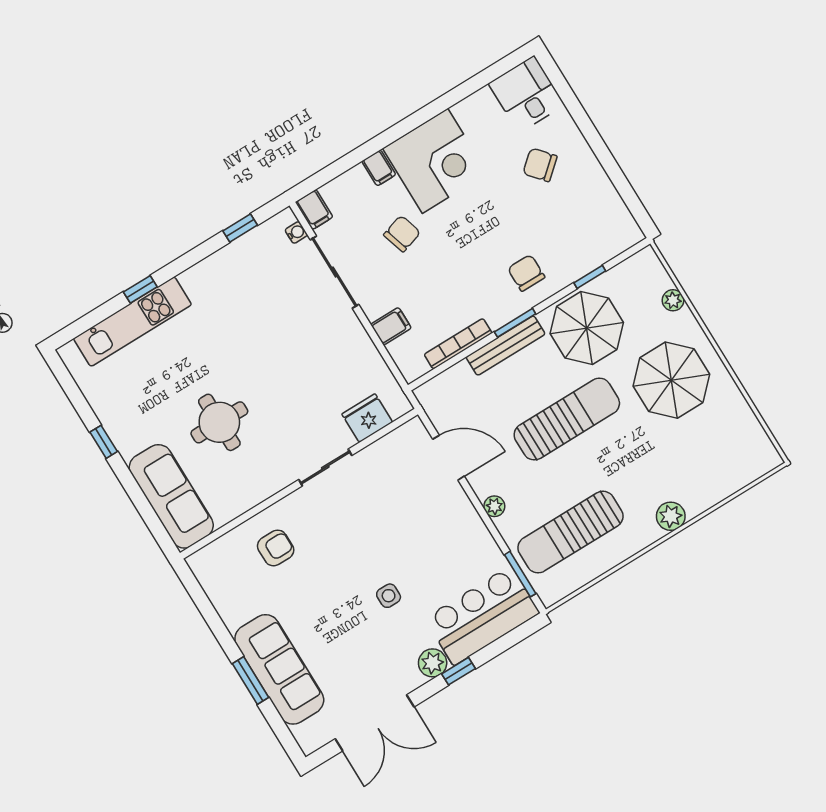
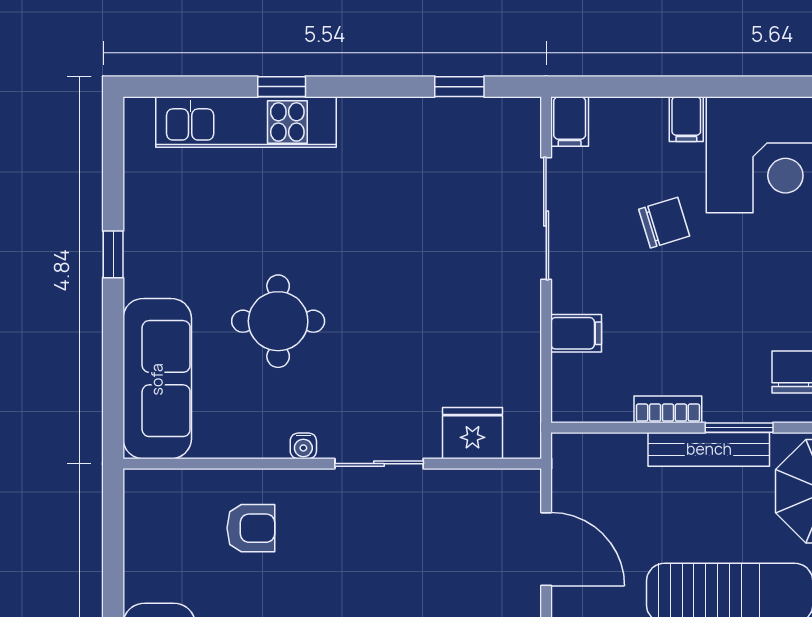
water cooler: (296, 232) -> (303, 446), moved, turned 90
bookcase: (458, 344) -> (668, 409), width x0.64

